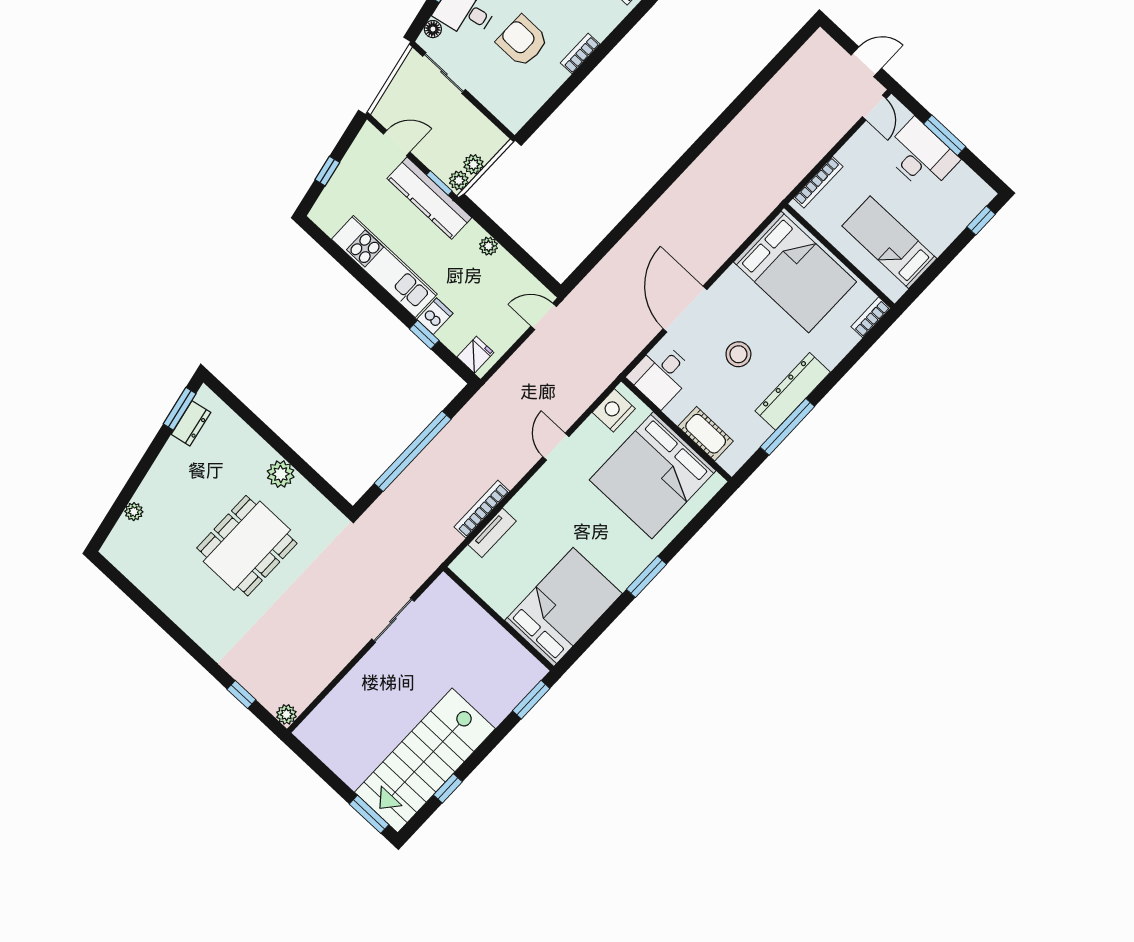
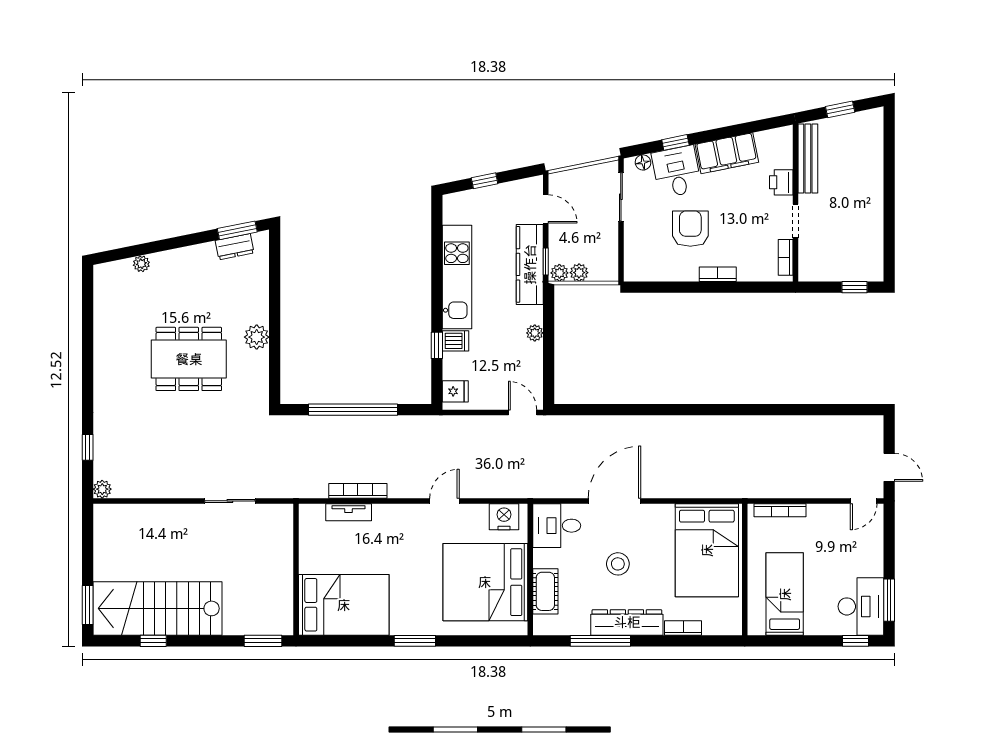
window: (945, 135) -> (889, 600), moved
desk: (921, 156) -> (861, 606), moved
bookcase: (871, 317) -> (683, 628), moved

